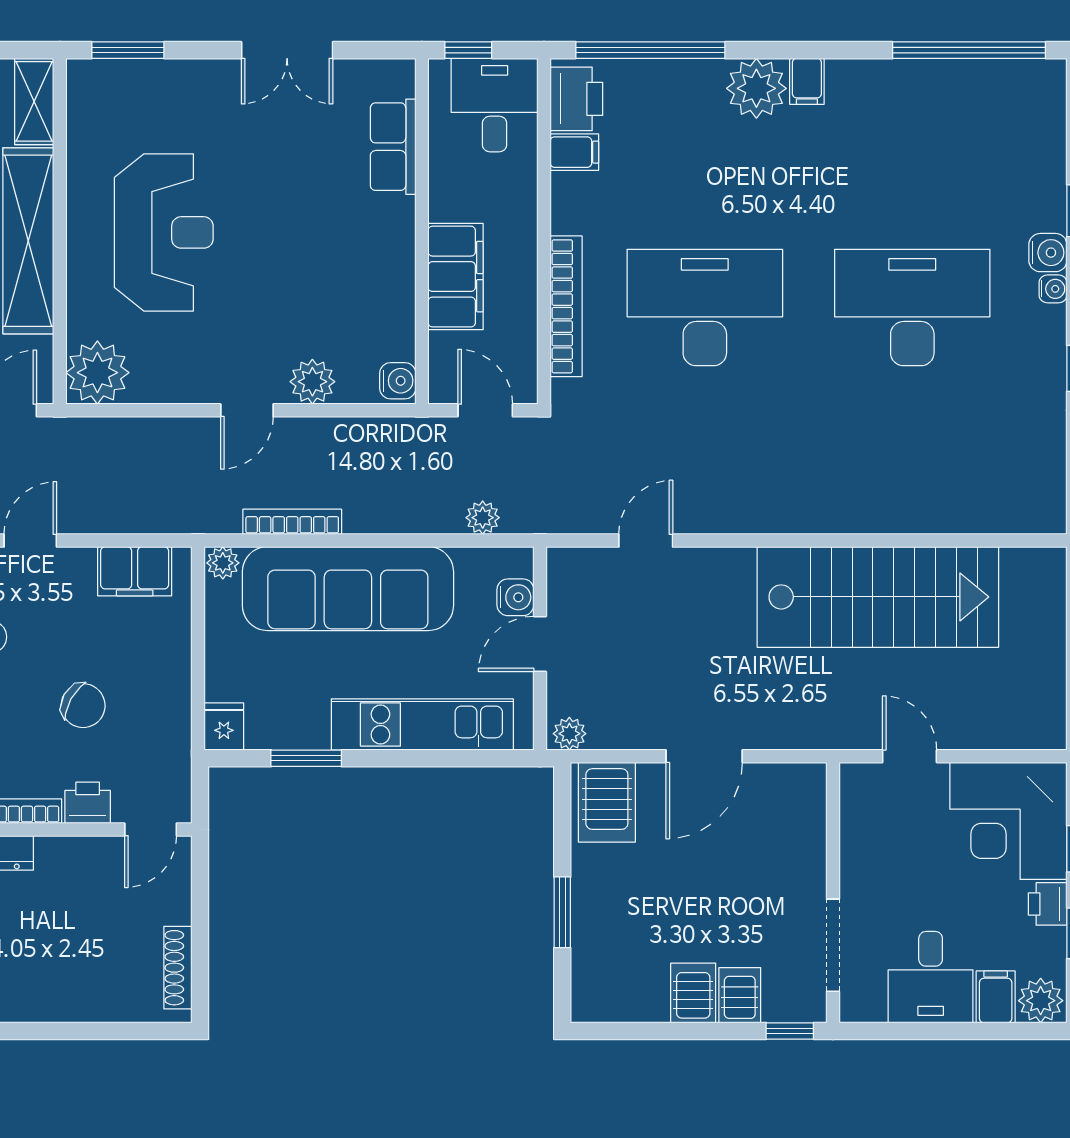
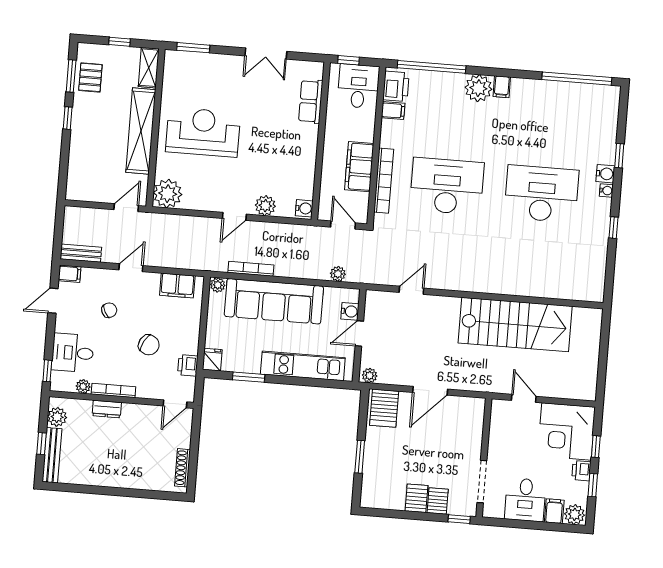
reception desk: (164, 232) -> (203, 132), turned -90
filing cabinet: (456, 277) -> (359, 167), moved, turned 180
printer: (88, 803) -> (188, 365), moved, turned -90

